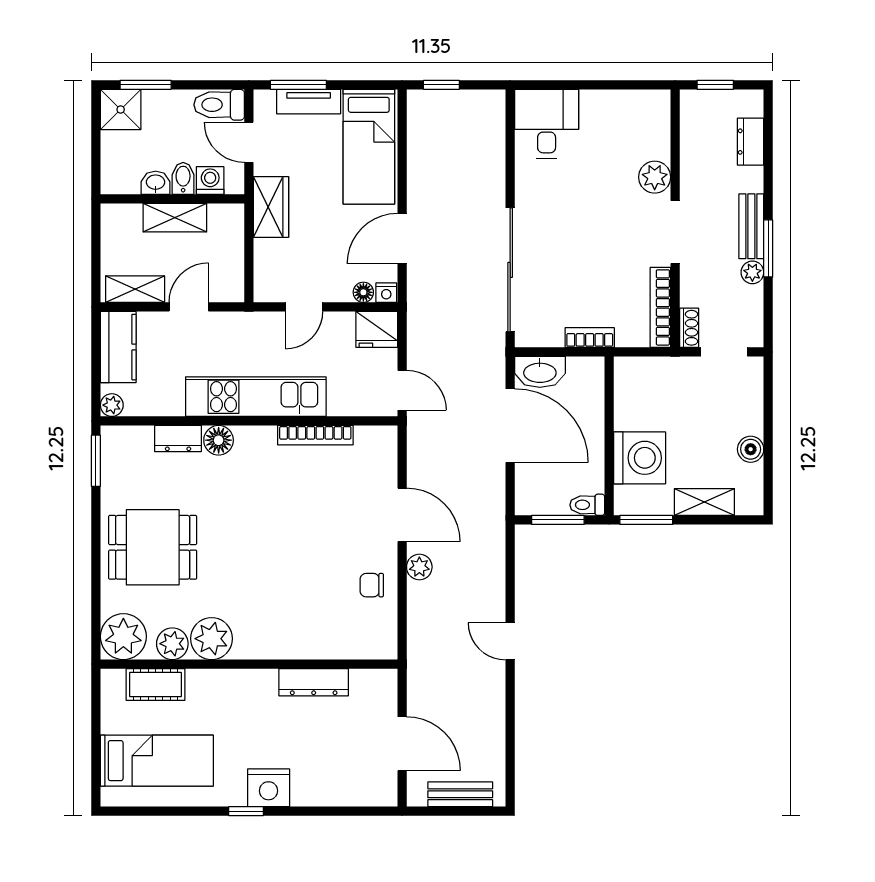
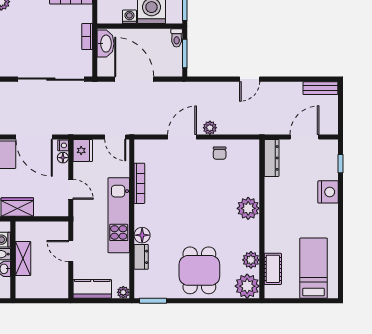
door: (402, 239) -> (34, 137), width x1.36
shelving: (135, 289) -> (61, 280), removed
washbasin: (540, 372) -> (106, 44), moved
door: (402, 390) -> (115, 137), swing flipped
washing machine: (626, 417) -> (129, 17), added
door: (510, 426) -> (134, 79), hinge flipped
plant: (212, 639) -> (248, 208), moved
dresser: (314, 682) -> (272, 158), moved
nightstand: (269, 788) -> (328, 192), moved
bench: (460, 794) -> (320, 88), moved, turned 90
window: (246, 811) -> (341, 164), moved

